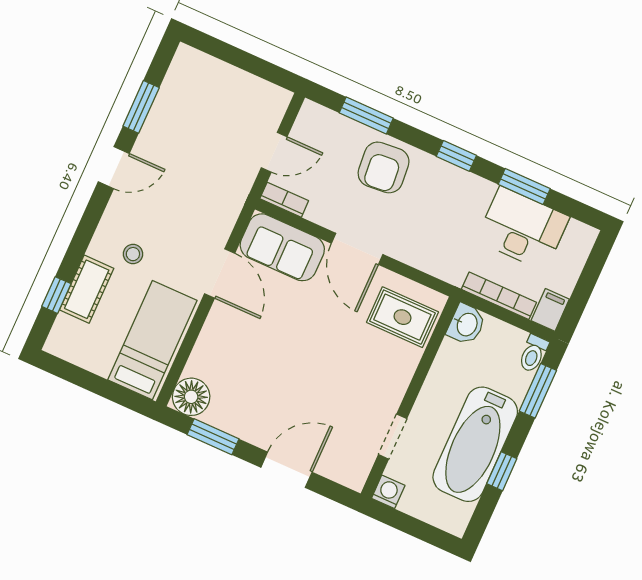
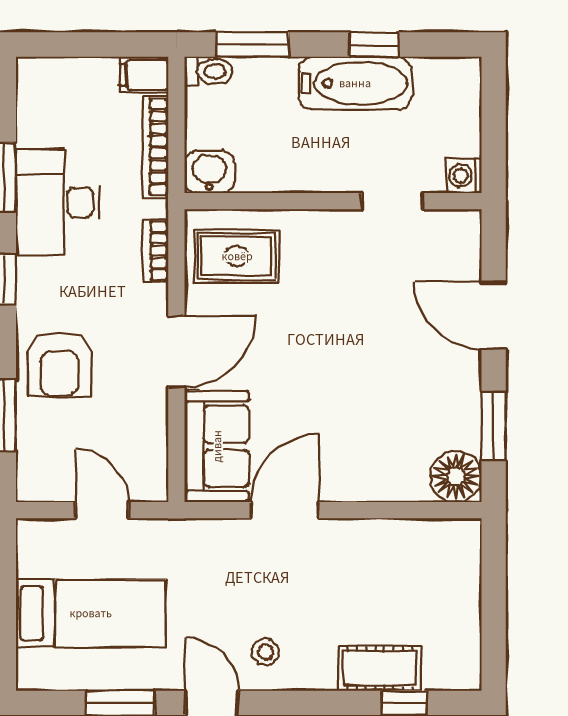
armchair: (384, 167) -> (59, 364), turned 95
bookcase: (284, 200) -> (156, 251), moved
desk: (523, 229) -> (58, 202), moved
stool: (133, 254) -> (265, 652), moved
rug: (402, 317) -> (237, 256), turned 90
bed: (152, 340) -> (91, 613), moved, turned 180
bathtub: (475, 444) -> (355, 83), width x0.73, depth x0.73

